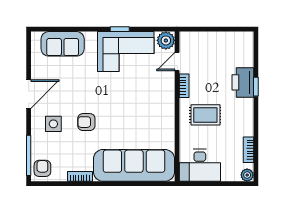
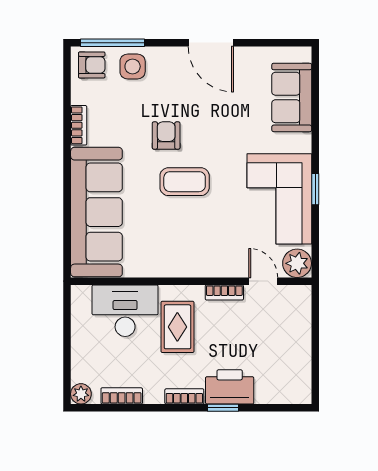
coffee table: (115, 111) -> (185, 182), added
bookcase: (249, 111) -> (184, 396), added
side table: (53, 124) -> (133, 66), moved
desk: (200, 165) -> (125, 311), moved, turned 90

